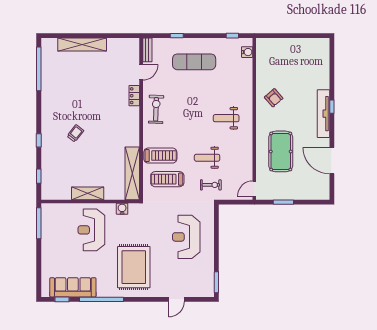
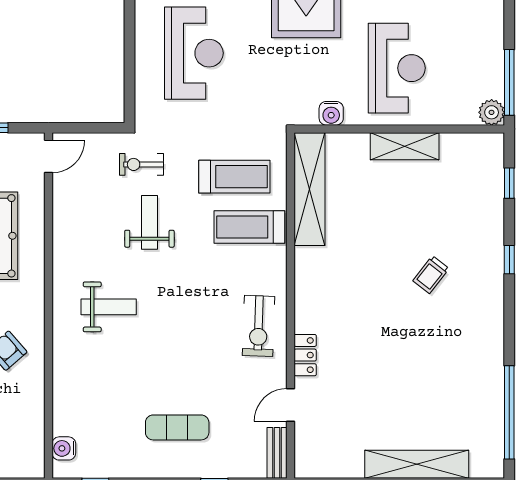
exercise mat: (194, 62) -> (177, 427), width x0.73, depth x0.69
weight bench: (207, 158) -> (149, 222), turned -90
plant: (47, 209) -> (492, 112), added

